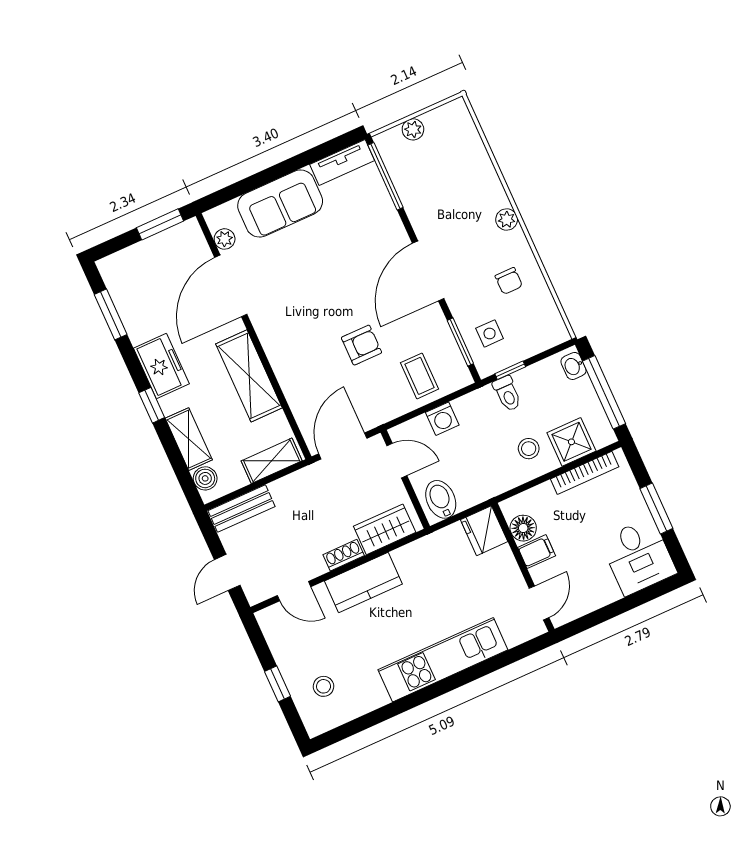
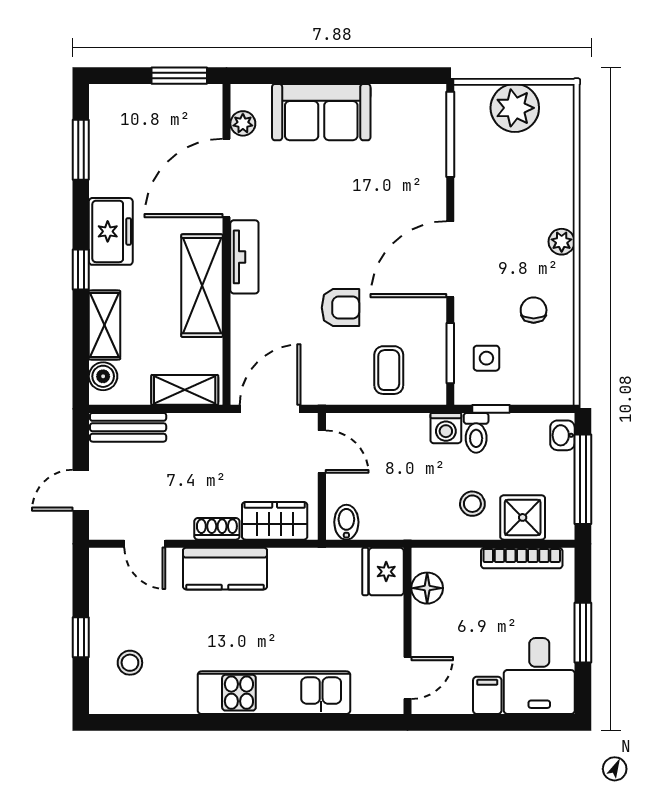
plant: (413, 129) -> (515, 108), width x1.88, depth x1.88
tv unit: (342, 162) -> (244, 257), moved, turned -90
chair: (509, 281) -> (534, 310), turned 180
washing machine: (442, 419) -> (446, 428), moved
bidet: (441, 499) -> (346, 522), width x0.72, depth x0.74
filing cabinet: (537, 552) -> (487, 695), moved, turned -90

